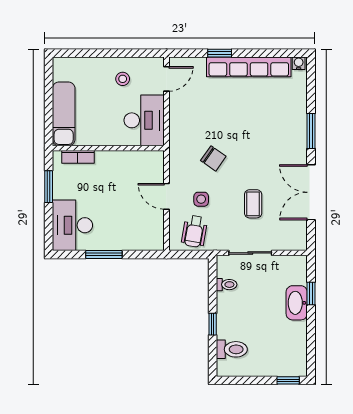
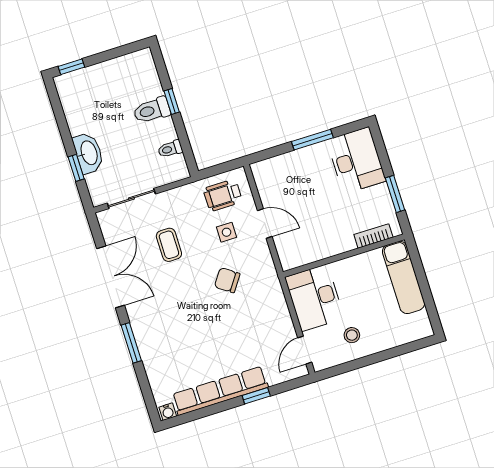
wheelchair: (194, 231) -> (223, 195), turned -100
sliding door: (250, 253) -> (131, 199), moved
toilet: (232, 349) -> (152, 110), moved

